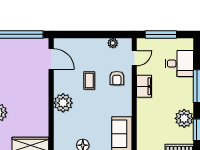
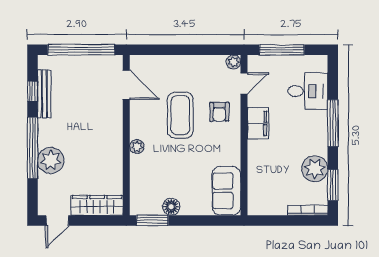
plant: (113, 43) -> (234, 62), moved
coffee table: (89, 81) -> (180, 115), width x1.86, depth x1.72
plant: (63, 103) -> (137, 147), width x0.53, depth x0.53

